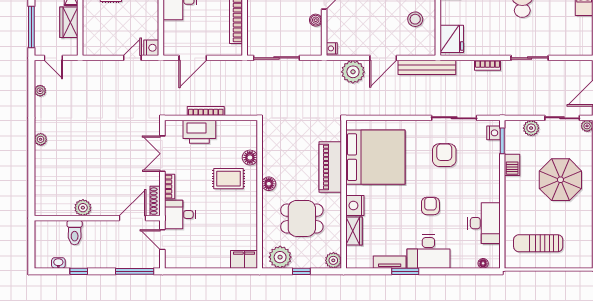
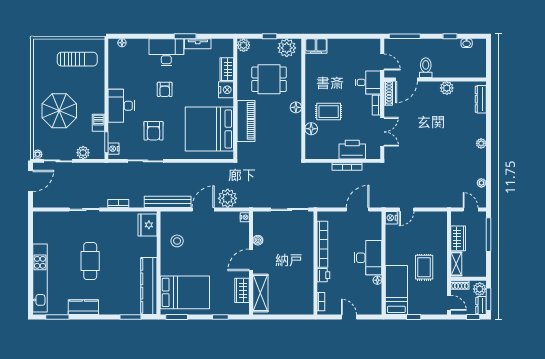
dresser: (41, 194) -> (481, 99), added
desk: (484, 223) -> (121, 106), moved
toilet: (75, 233) -> (426, 68), moved

